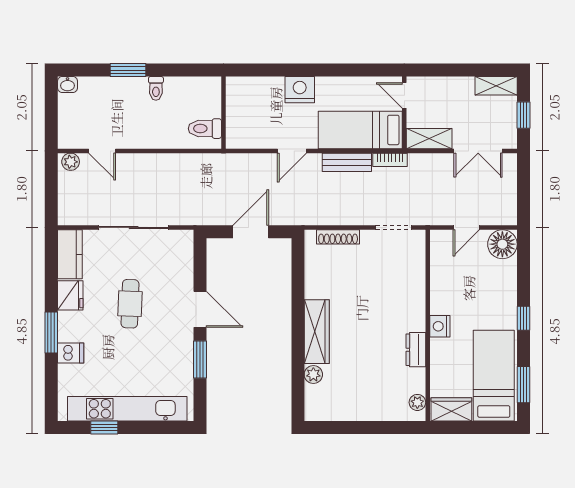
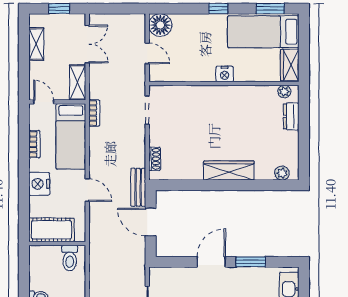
bookcase: (350, 83) -> (34, 144), added
shelving: (496, 86) -> (36, 44), moved
door: (404, 95) -> (44, 102), swing flipped
cot: (241, 105) -> (51, 230), added
bench: (347, 162) -> (138, 187), moved
shoe rack: (338, 237) -> (155, 159), width x0.70
dresser: (416, 350) -> (291, 116), moved, turned 90
plant: (313, 375) -> (282, 173), moved

